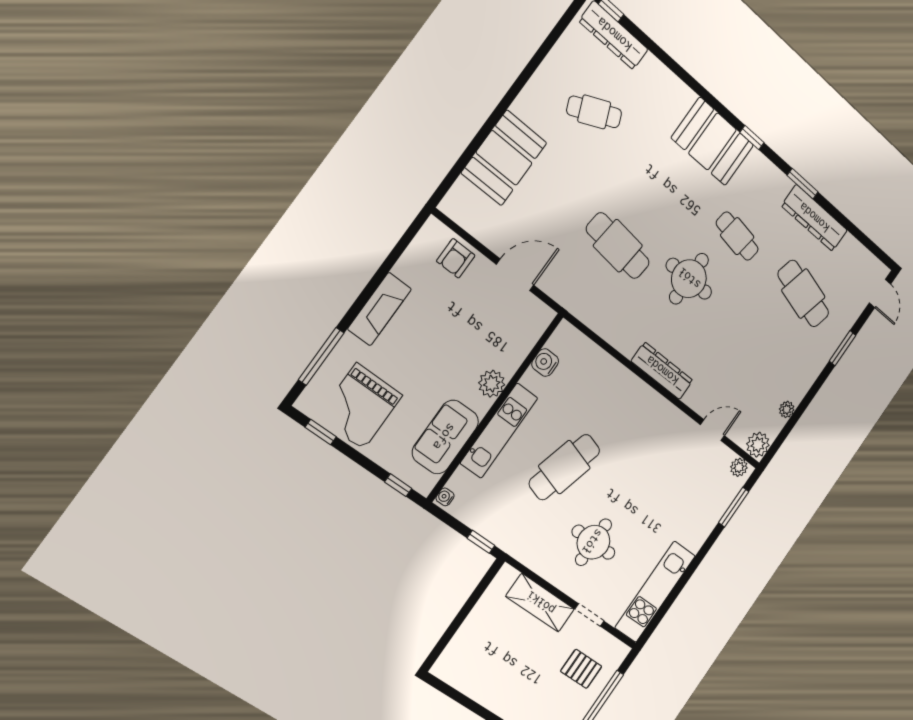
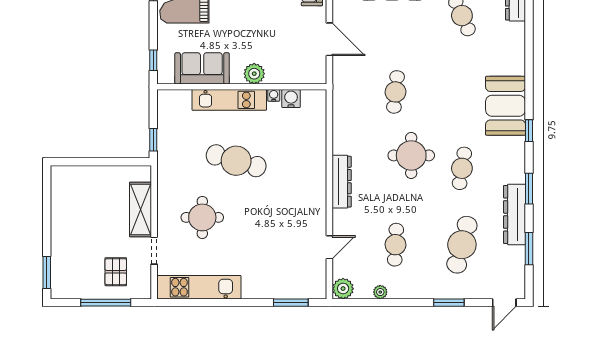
window: (853, 230) -> (529, 249), added
cafe table: (618, 246) -> (395, 92), width x0.73, depth x0.74
cafe table: (757, 361) -> (395, 245), added
door: (712, 430) -> (329, 247), hinge flipped
plant: (739, 467) -> (319, 286), removed
water cooler: (445, 497) -> (274, 95), moved

